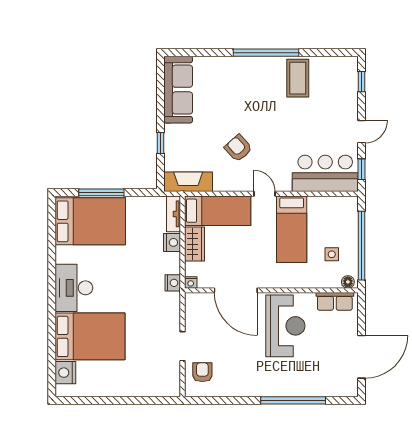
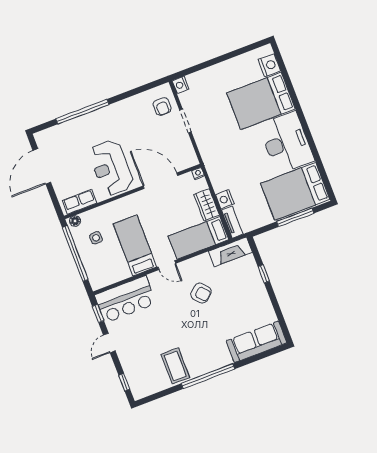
sofa: (178, 90) -> (256, 342), moved, turned 90
nightstand: (173, 283) -> (180, 85), moved
desk: (74, 288) -> (286, 143), width x1.36, depth x1.30

